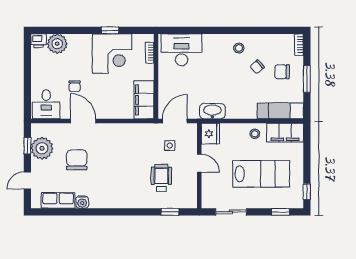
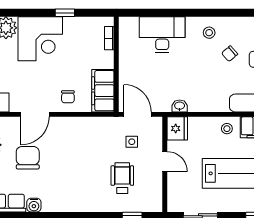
desk: (182, 50) -> (162, 35), moved
corner desk: (112, 54) -> (40, 39), moved
chair: (75, 86) -> (68, 97), moved
washbasin: (212, 111) -> (180, 106), width x0.52, depth x0.69
door: (83, 121) -> (35, 114), swing flipped
door: (175, 121) -> (138, 114), hinge flipped

